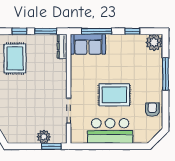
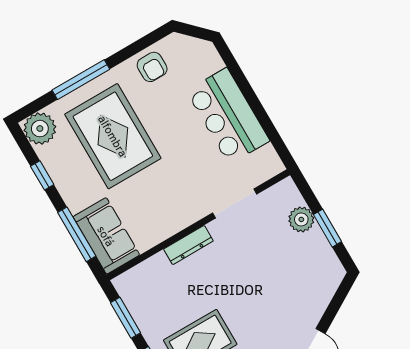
dresser: (62, 46) -> (188, 245), moved
rug: (114, 95) -> (113, 136), moved, width x1.37, depth x1.44
armchair: (152, 110) -> (152, 67), turned -90
window: (51, 146) -> (328, 228), moved

